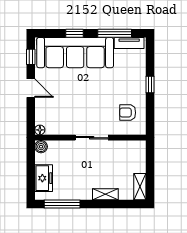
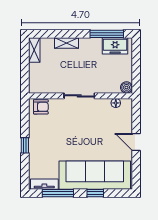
window: (31, 57) -> (136, 171), removed
armchair: (128, 113) -> (41, 107), moved
floor lamp: (40, 130) -> (116, 103), moved
freezer: (44, 178) -> (115, 46), moved, turned -90

